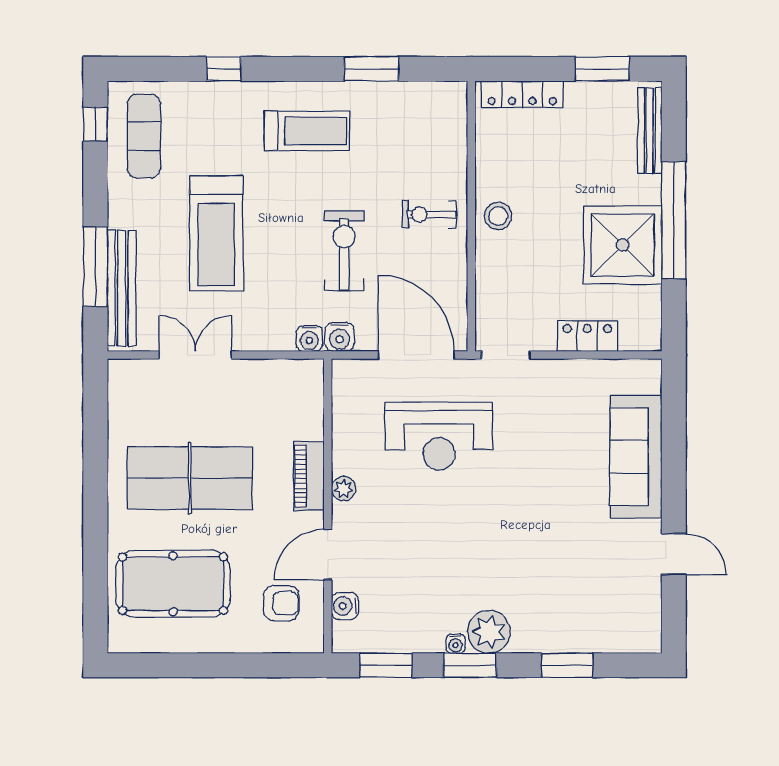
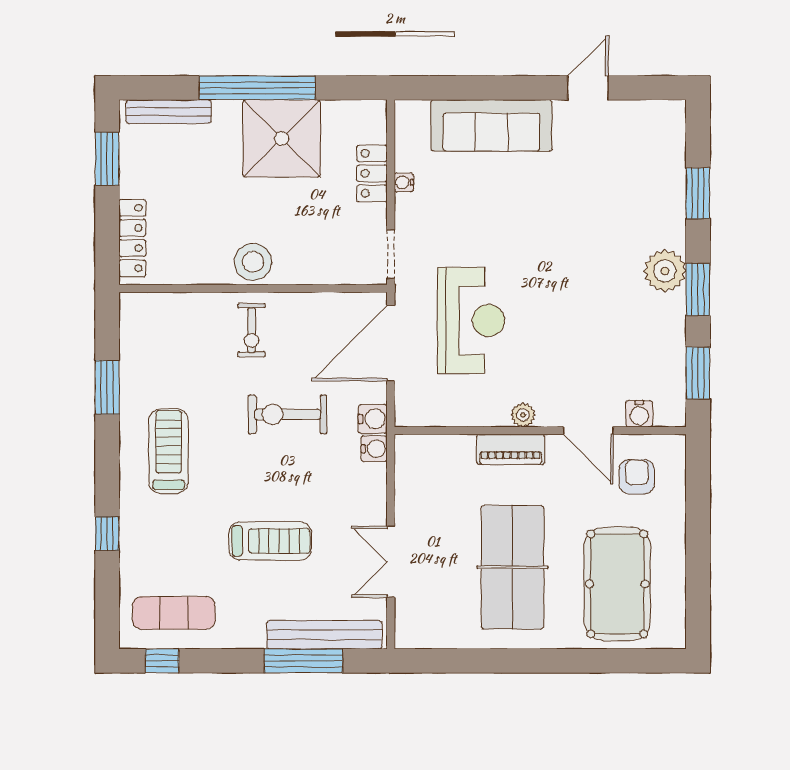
stool: (498, 216) -> (253, 262), width x1.38, depth x1.38
treadmill: (216, 233) -> (270, 541), width x0.73, depth x0.73
water cooler: (456, 644) -> (404, 182), moved, turned 180

